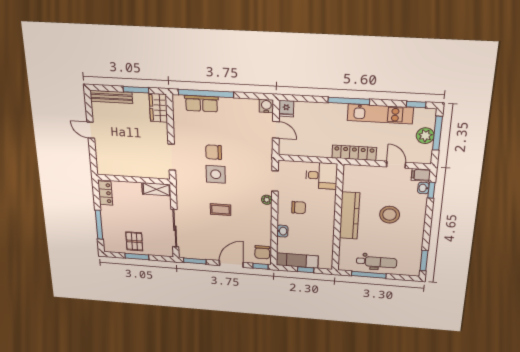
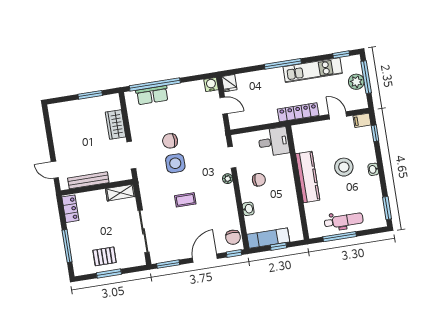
bench: (111, 97) -> (88, 180), moved
wardrobe: (158, 108) -> (116, 124), moved
door: (91, 130) -> (55, 170), moved
washbasin: (423, 188) -> (373, 169), moved
pallet: (134, 241) -> (105, 256), turned 90

